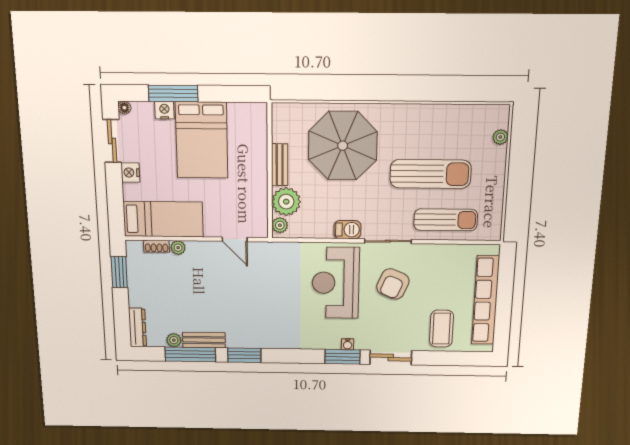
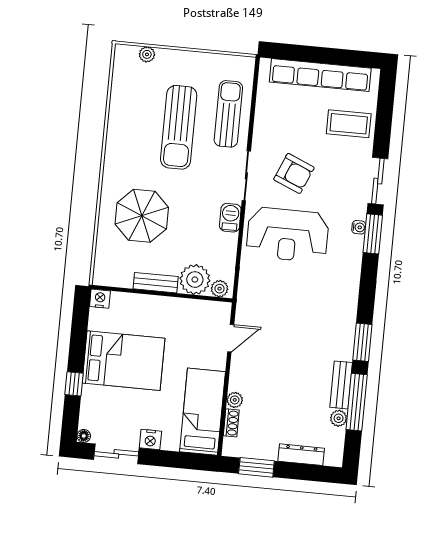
window: (173, 93) -> (74, 384), width x0.46
nightstand: (164, 110) -> (100, 299), moved, turned 90
parasol: (343, 146) -> (142, 216), width x0.73, depth x0.73
sun lounger: (430, 174) -> (179, 127), turned 180
dresser: (137, 327) -> (301, 455), moved

